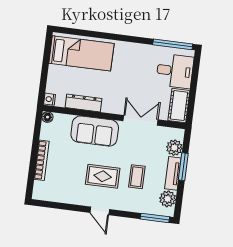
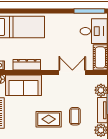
sofa: (95, 131) -> (23, 85), moved

